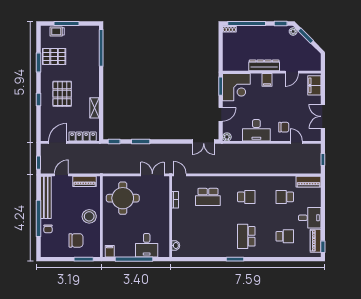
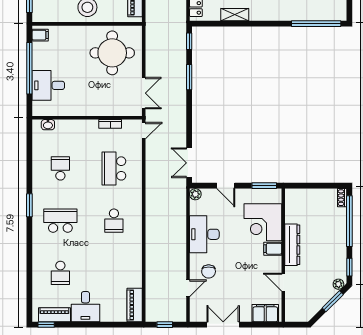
corner desk: (236, 87) -> (263, 222), moved
school desk: (285, 197) -> (60, 168), moved

